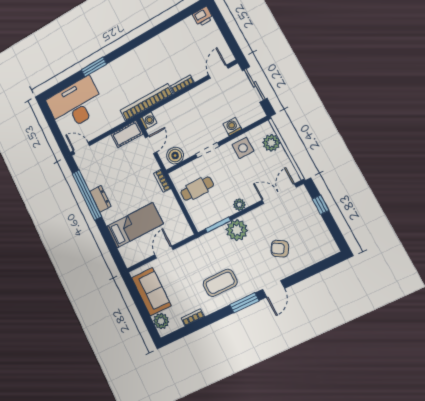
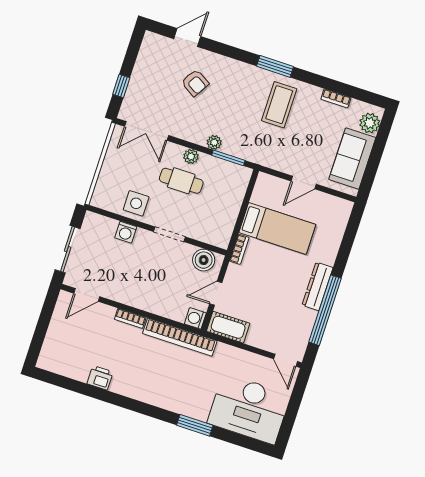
printer: (203, 16) -> (100, 378), moved
plant: (271, 143) -> (107, 182), removed
cafe table: (197, 189) -> (181, 181), moved
dresser: (100, 199) -> (317, 286), width x1.44
bed: (135, 225) -> (277, 228), moved, turned 180
plant: (237, 230) -> (214, 142), width x0.53, depth x0.53
coffee table: (220, 283) -> (279, 105), turned 90
door: (273, 289) -> (187, 38), moved

